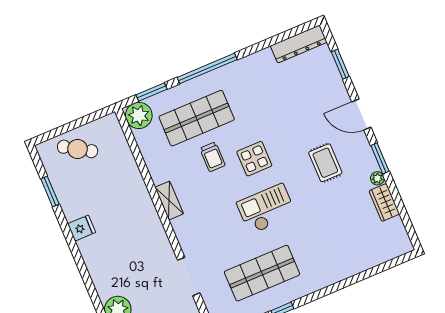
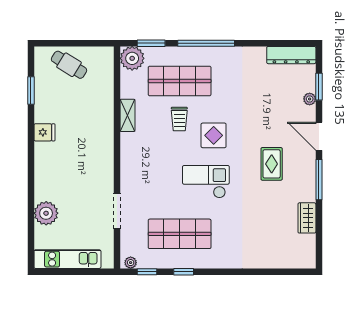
window: (380, 158) -> (319, 180), width x1.44
plant: (377, 178) -> (310, 99), moved
shelving: (169, 201) -> (127, 115), moved

